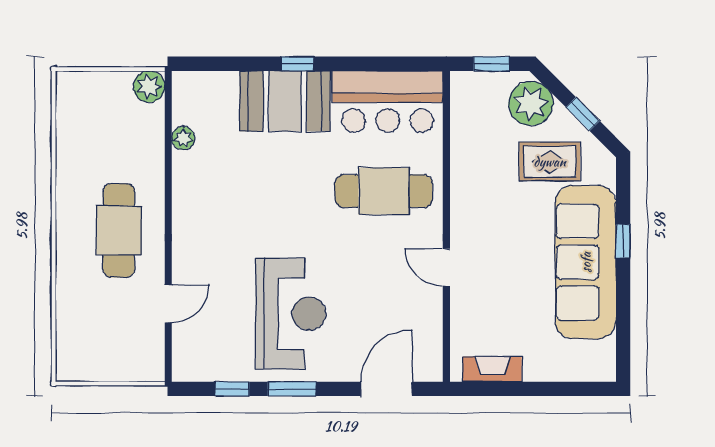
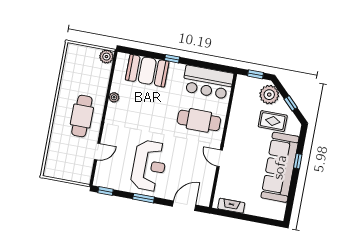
booth: (285, 101) -> (147, 71), moved
plant: (183, 138) -> (114, 97), moved
window: (232, 389) -> (106, 191), moved

